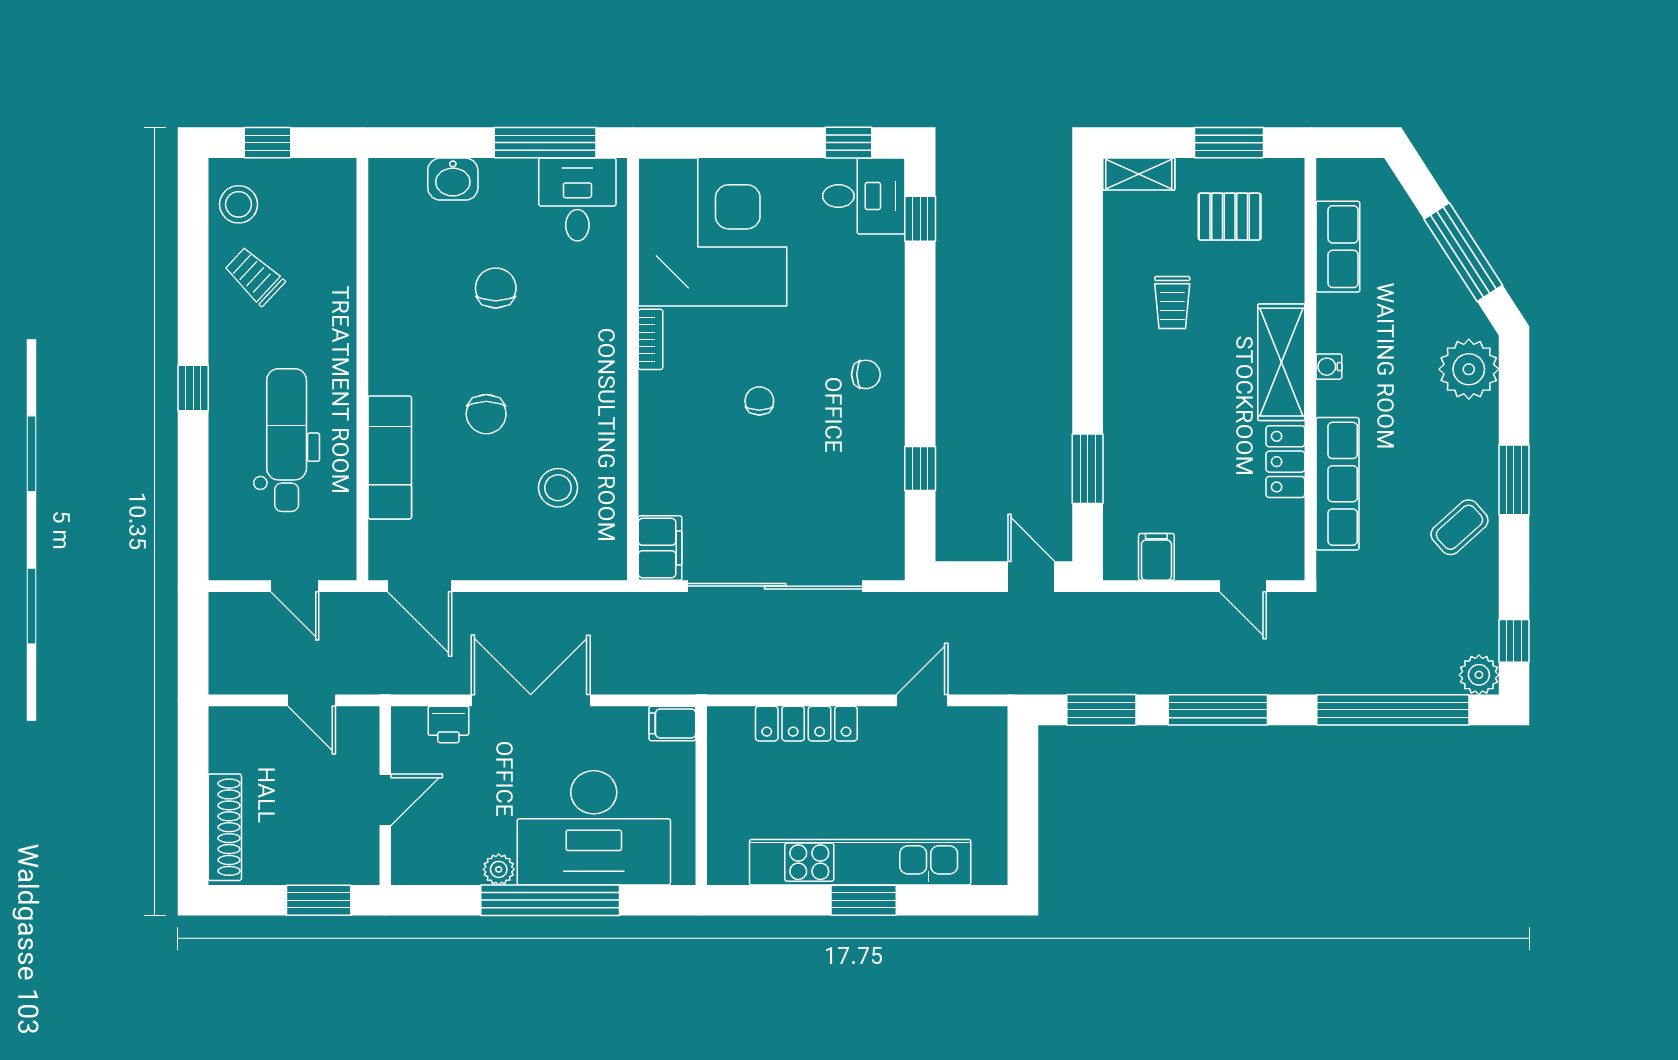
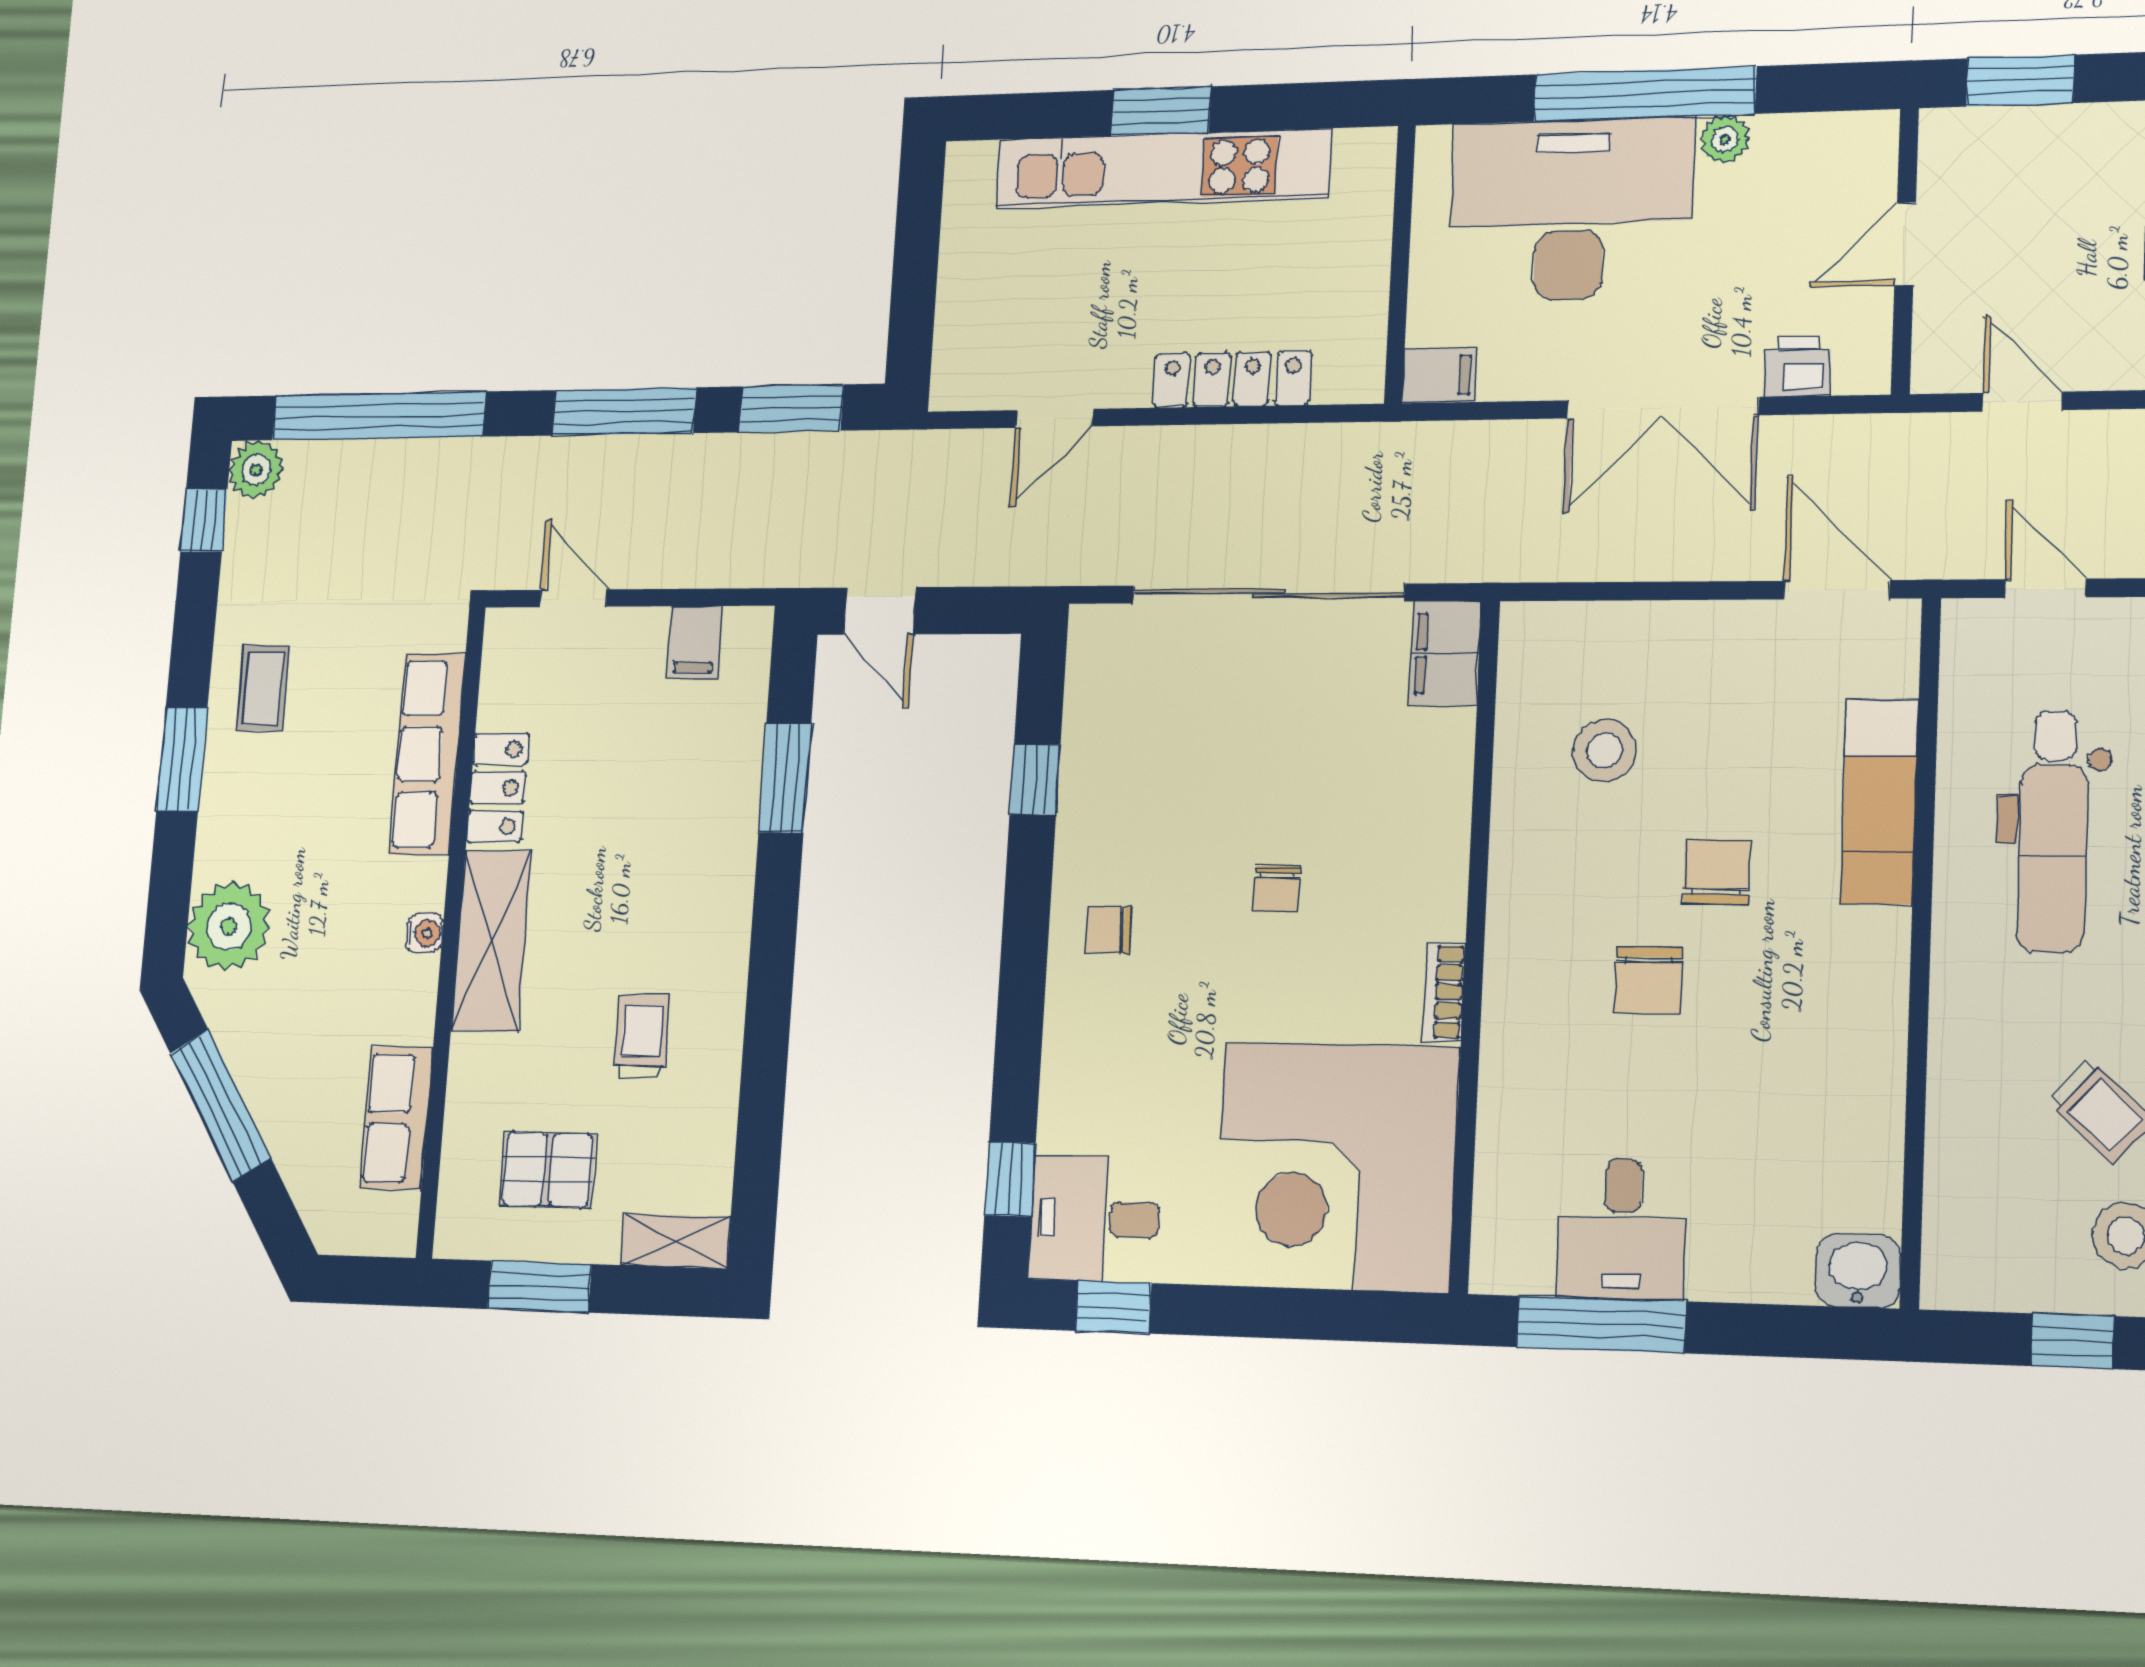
washbasin: (453, 179) -> (1858, 1271), moved
desk: (577, 199) -> (1622, 1229), moved
chair: (496, 288) -> (1648, 980), moved
coffee table: (1459, 527) -> (263, 688), turned -48

